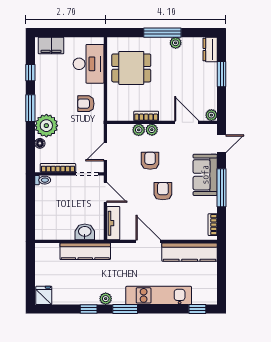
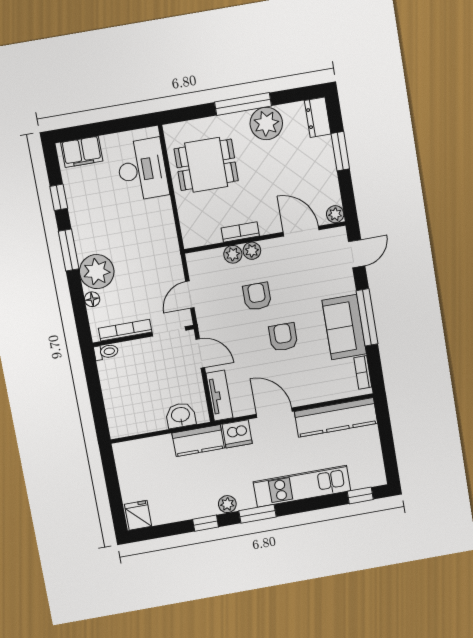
plant: (176, 43) -> (266, 123), width x1.87, depth x1.87
armchair: (86, 104) -> (149, 229), removed
sofa: (205, 175) -> (344, 327), moved
kitchen counter: (85, 251) -> (198, 441), width x0.67
dishwasher: (121, 251) -> (237, 434), added

